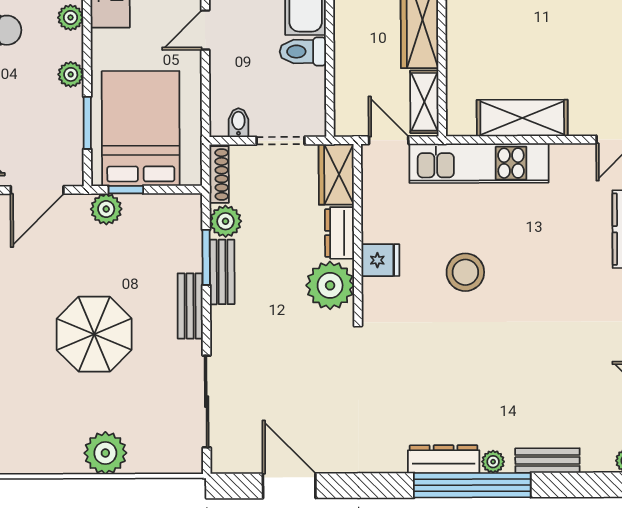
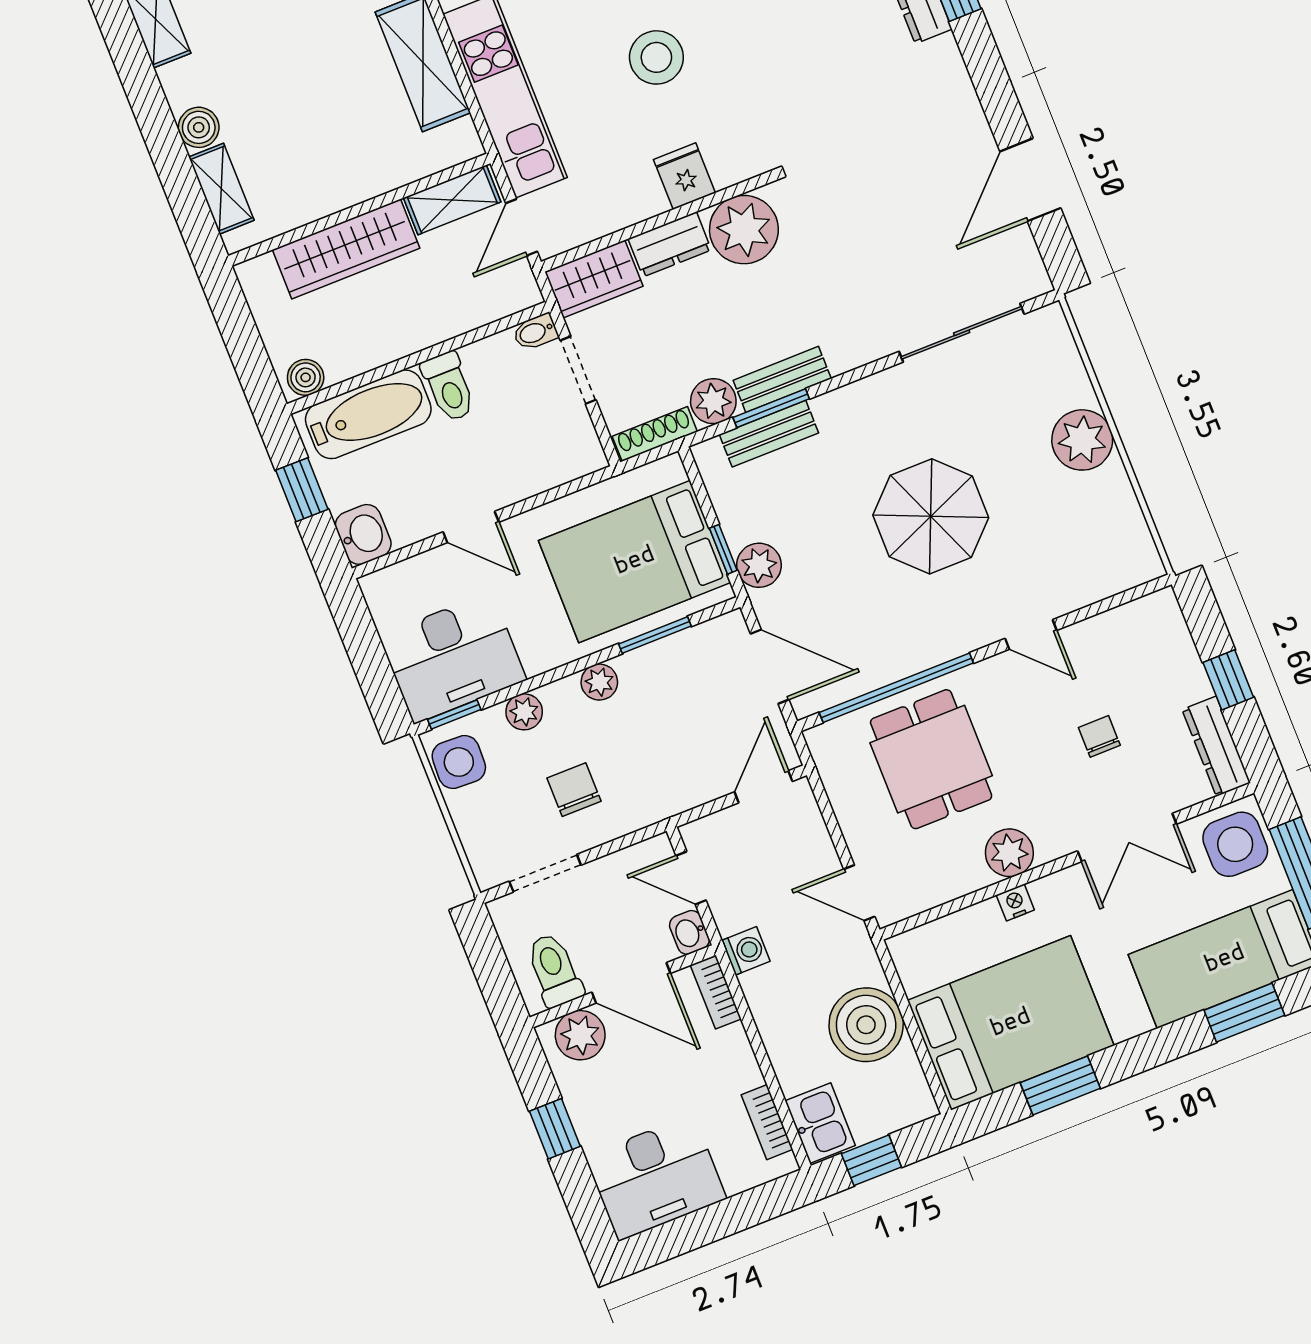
bidet: (238, 123) -> (535, 332), moved
bench: (190, 306) -> (769, 434), moved

